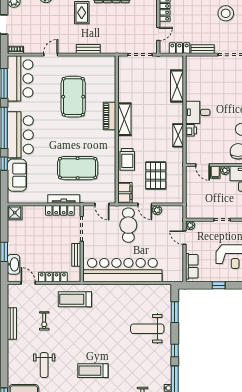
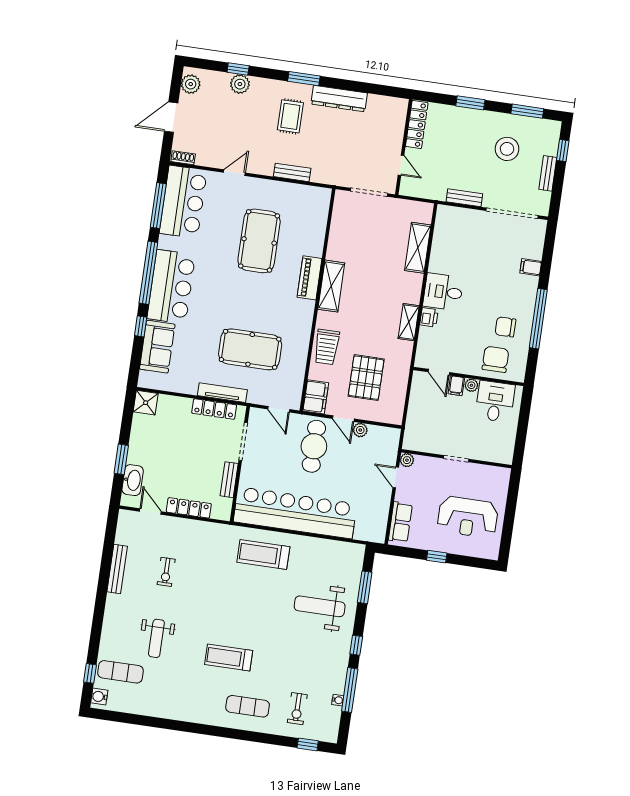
door: (158, 34) -> (401, 165), hinge flipped
locker: (179, 48) -> (430, 191), removed
treadmill: (75, 299) -> (263, 554), moved

